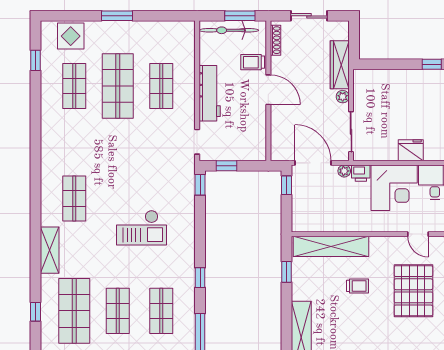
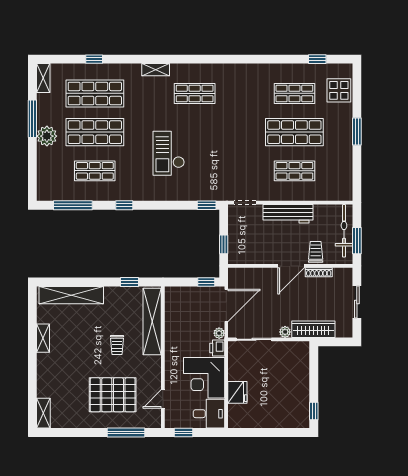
shoe rack: (275, 40) -> (319, 272), moved
window: (227, 166) -> (224, 244), moved
shelving: (50, 250) -> (156, 70), width x0.67, depth x0.75
shop shelf: (118, 311) -> (95, 132), width x1.43, depth x1.36

